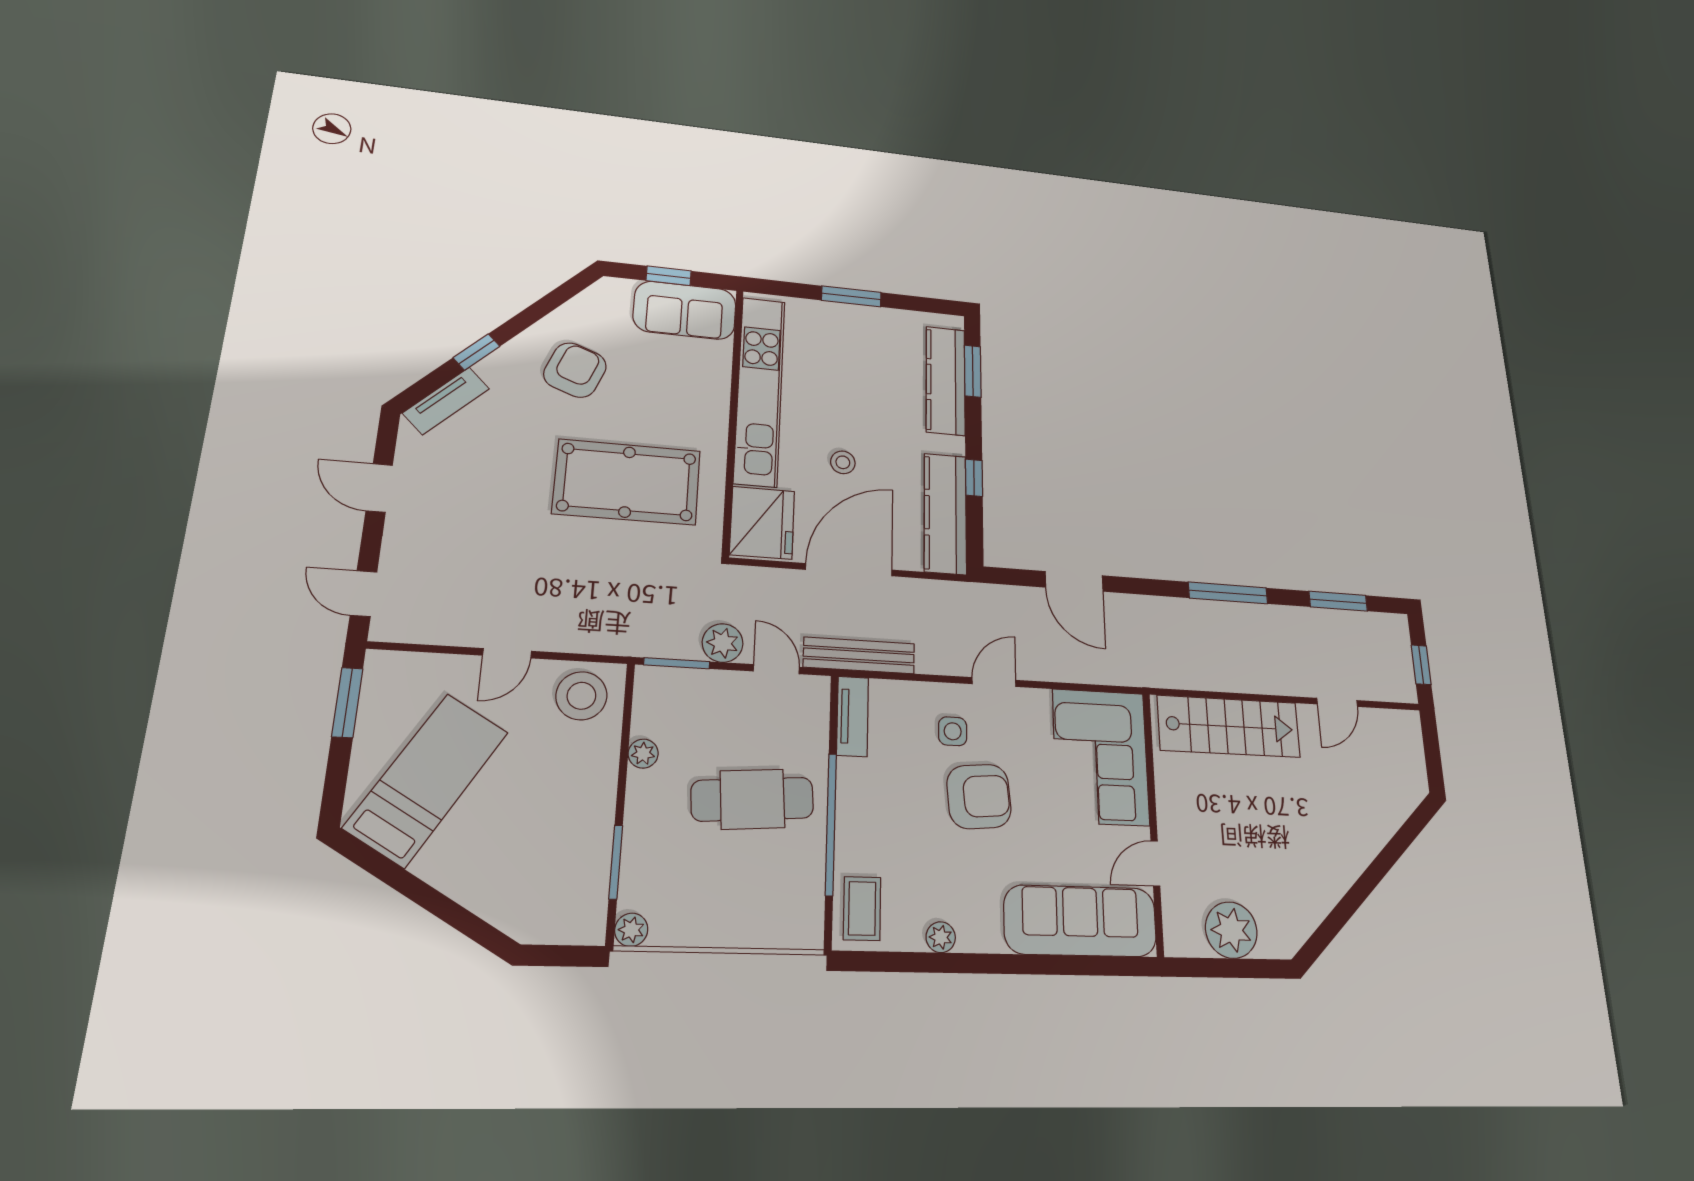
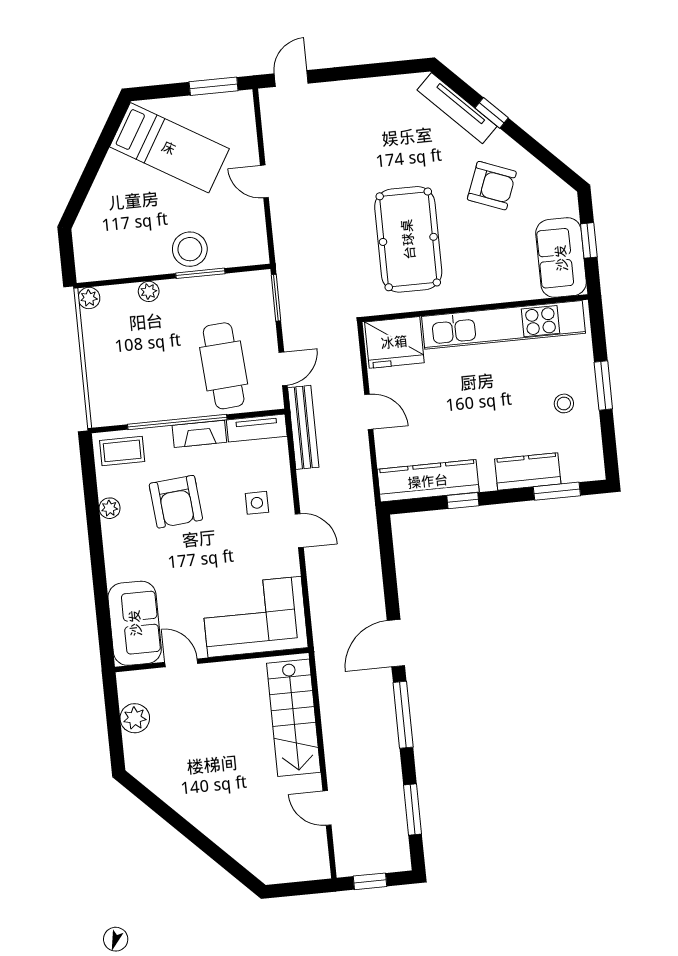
kitchen counter: (946, 381) -> (528, 471), width x0.67
tv unit: (446, 401) -> (457, 108), width x1.41
stool: (843, 462) -> (564, 403), moved
door: (379, 488) -> (371, 71), removed
door: (849, 570) -> (369, 412), width x0.53
door: (1074, 581) -> (396, 643), moved
plant: (723, 643) -> (296, 328), removed
stool: (581, 696) -> (190, 249), moved
plant: (643, 754) -> (149, 291), moved
fireplace: (851, 795) -> (199, 434), added
armchair: (979, 796) -> (176, 502), moved
cafe table: (752, 799) -> (224, 366), moved
window: (616, 862) -> (200, 273), moved
sofa: (1080, 921) -> (135, 623), width x0.73
plant: (1231, 930) -> (135, 718), width x0.73, depth x0.73

